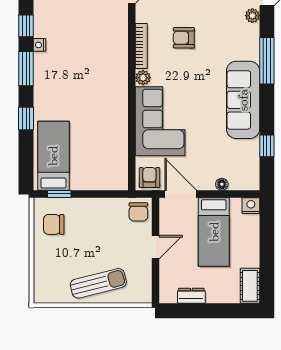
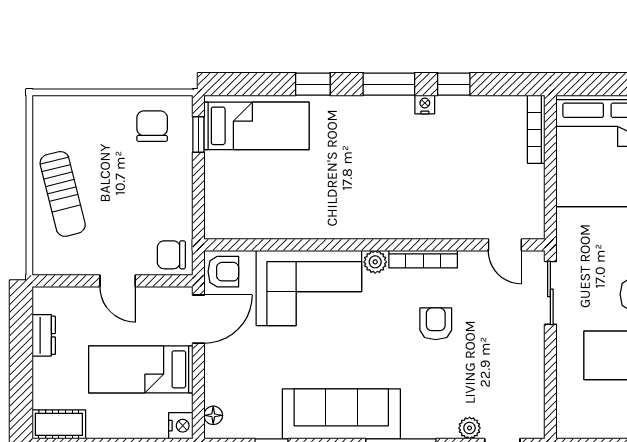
floor lamp: (222, 184) -> (213, 415), moved

